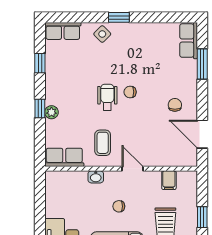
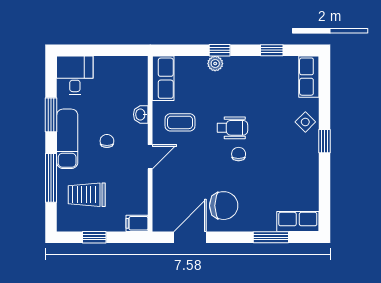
chair: (175, 105) -> (224, 206), width x1.87, depth x1.87
filing cabinet: (169, 180) -> (137, 223), moved

